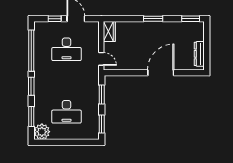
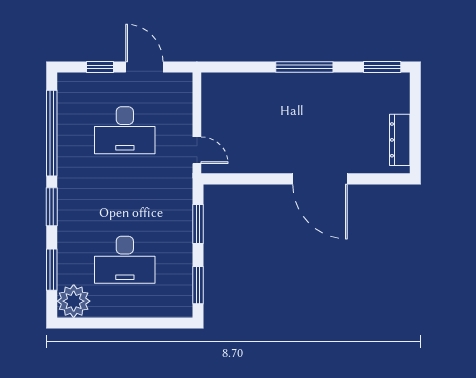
window: (153, 19) -> (304, 67), width x1.44
wardrobe: (109, 32) -> (213, 94), removed
door: (161, 73) -> (320, 179), swing flipped

